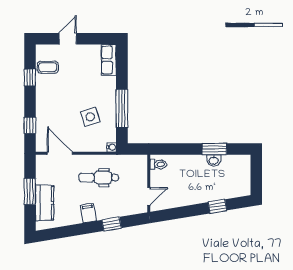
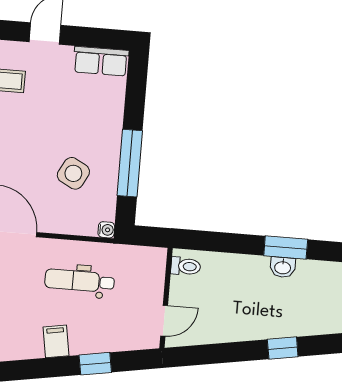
row of seats: (109, 60) -> (101, 61), moved, turned -90
side table: (90, 117) -> (73, 173), turned 45

